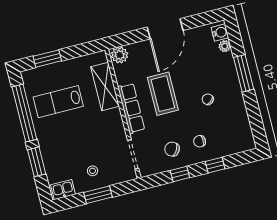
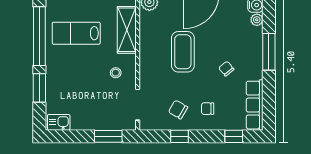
row of seats: (131, 108) -> (255, 105), moved, turned 180
window: (215, 165) -> (234, 136), moved
stool: (93, 171) -> (116, 73), moved
window: (98, 195) -> (108, 136), moved

